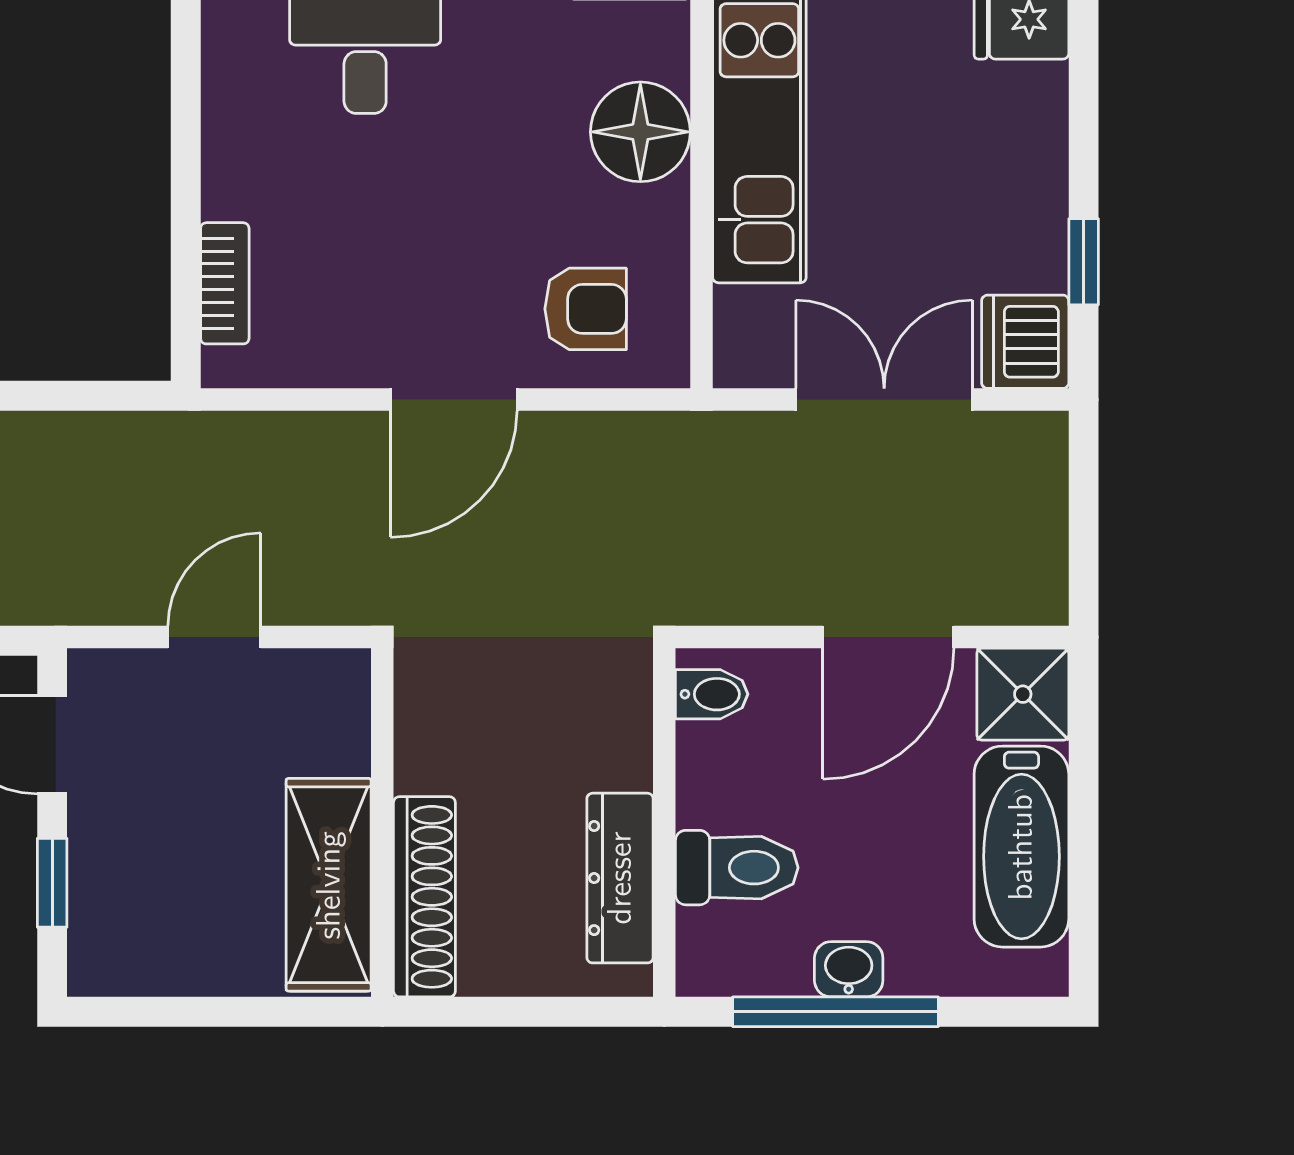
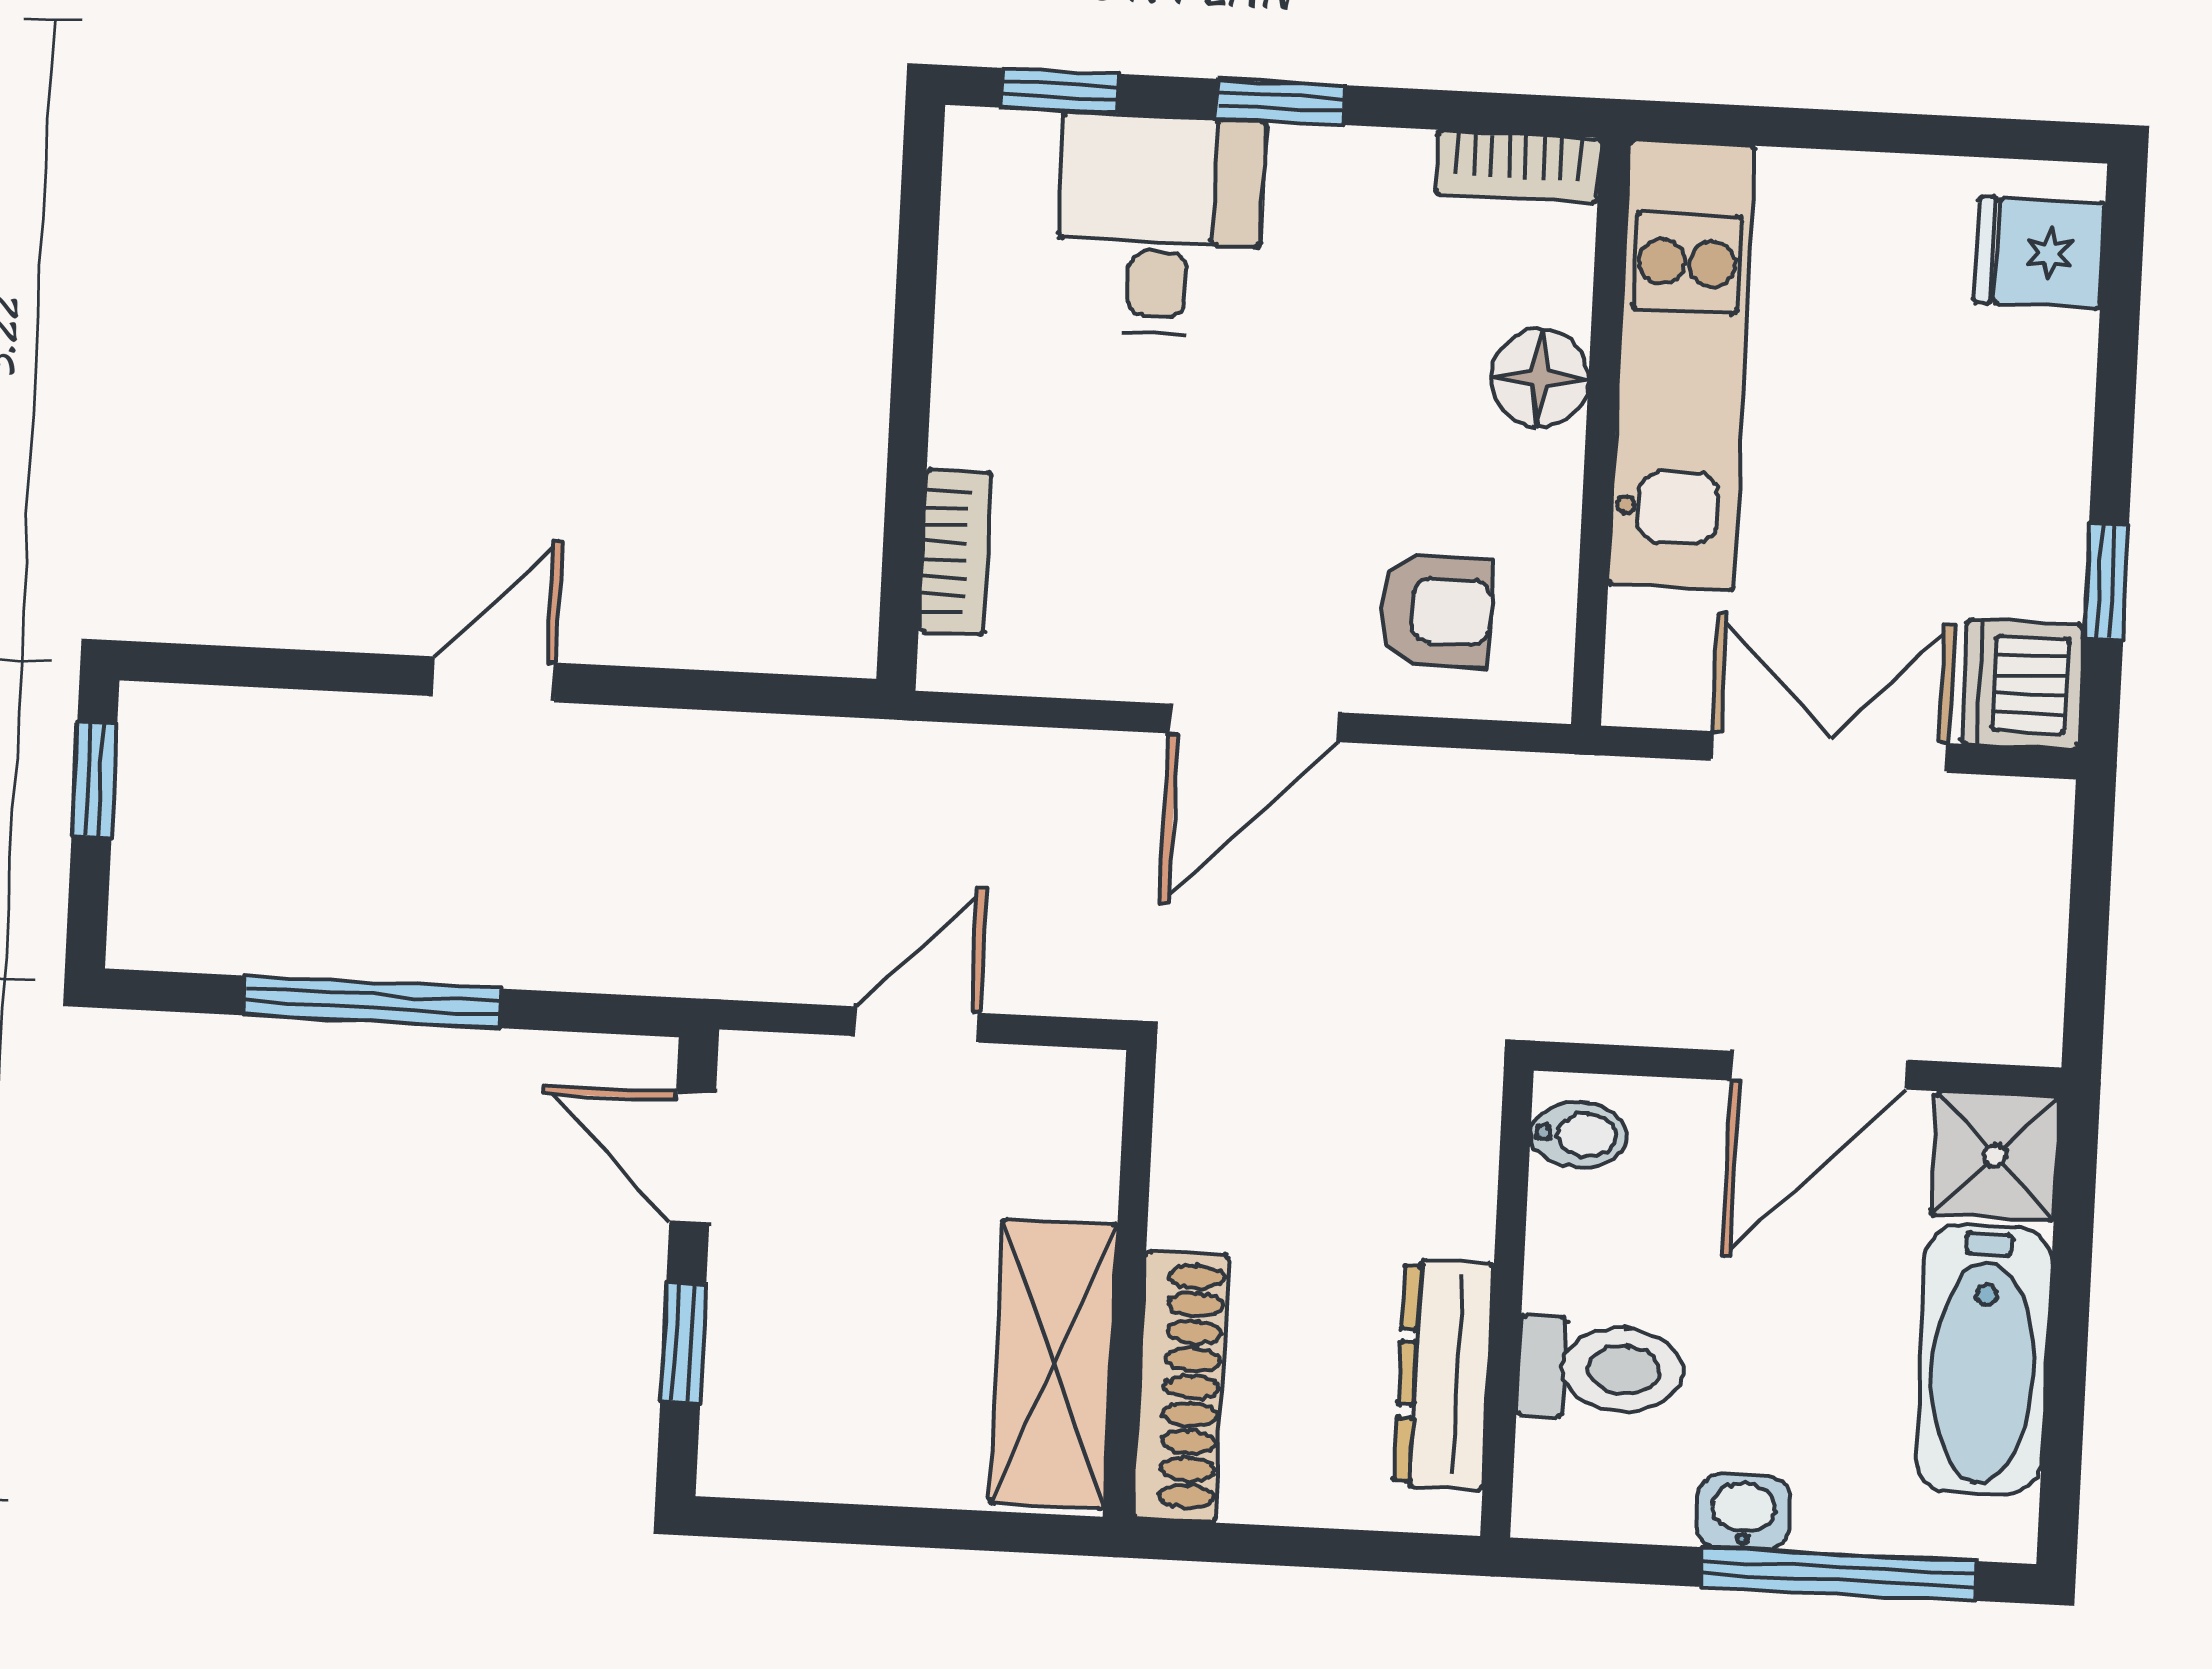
floor lamp: (640, 132) -> (1540, 378), width x0.73, depth x0.73
window: (836, 1012) -> (1839, 1574), moved

